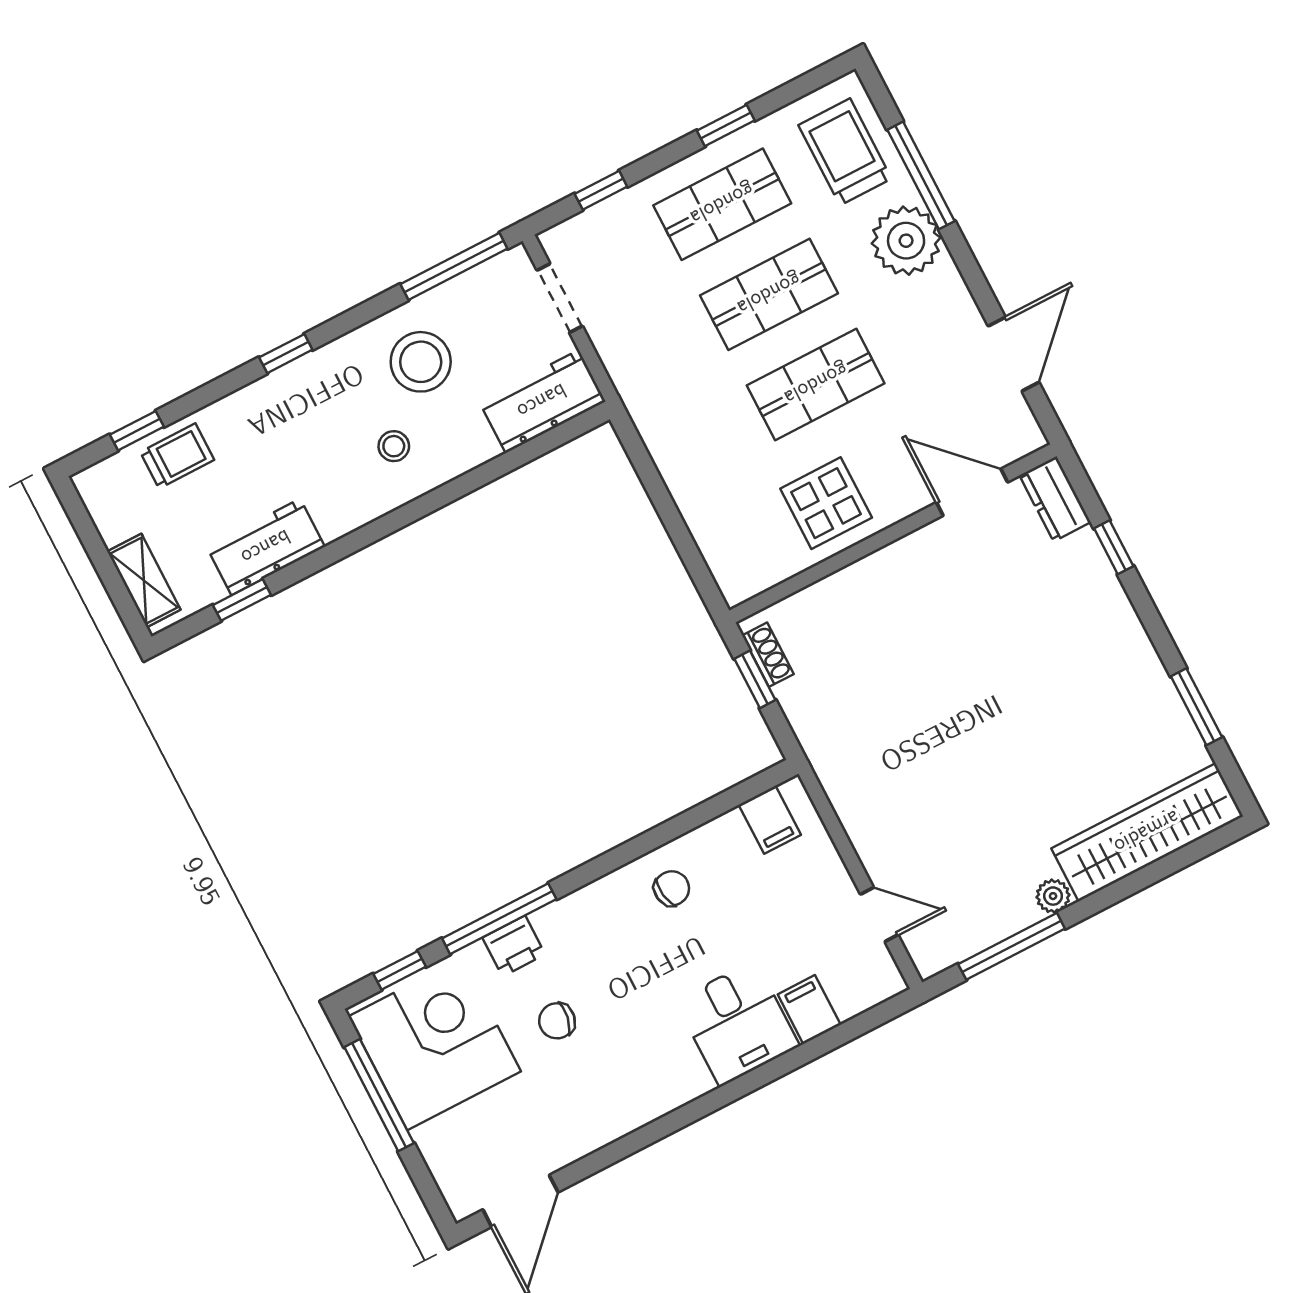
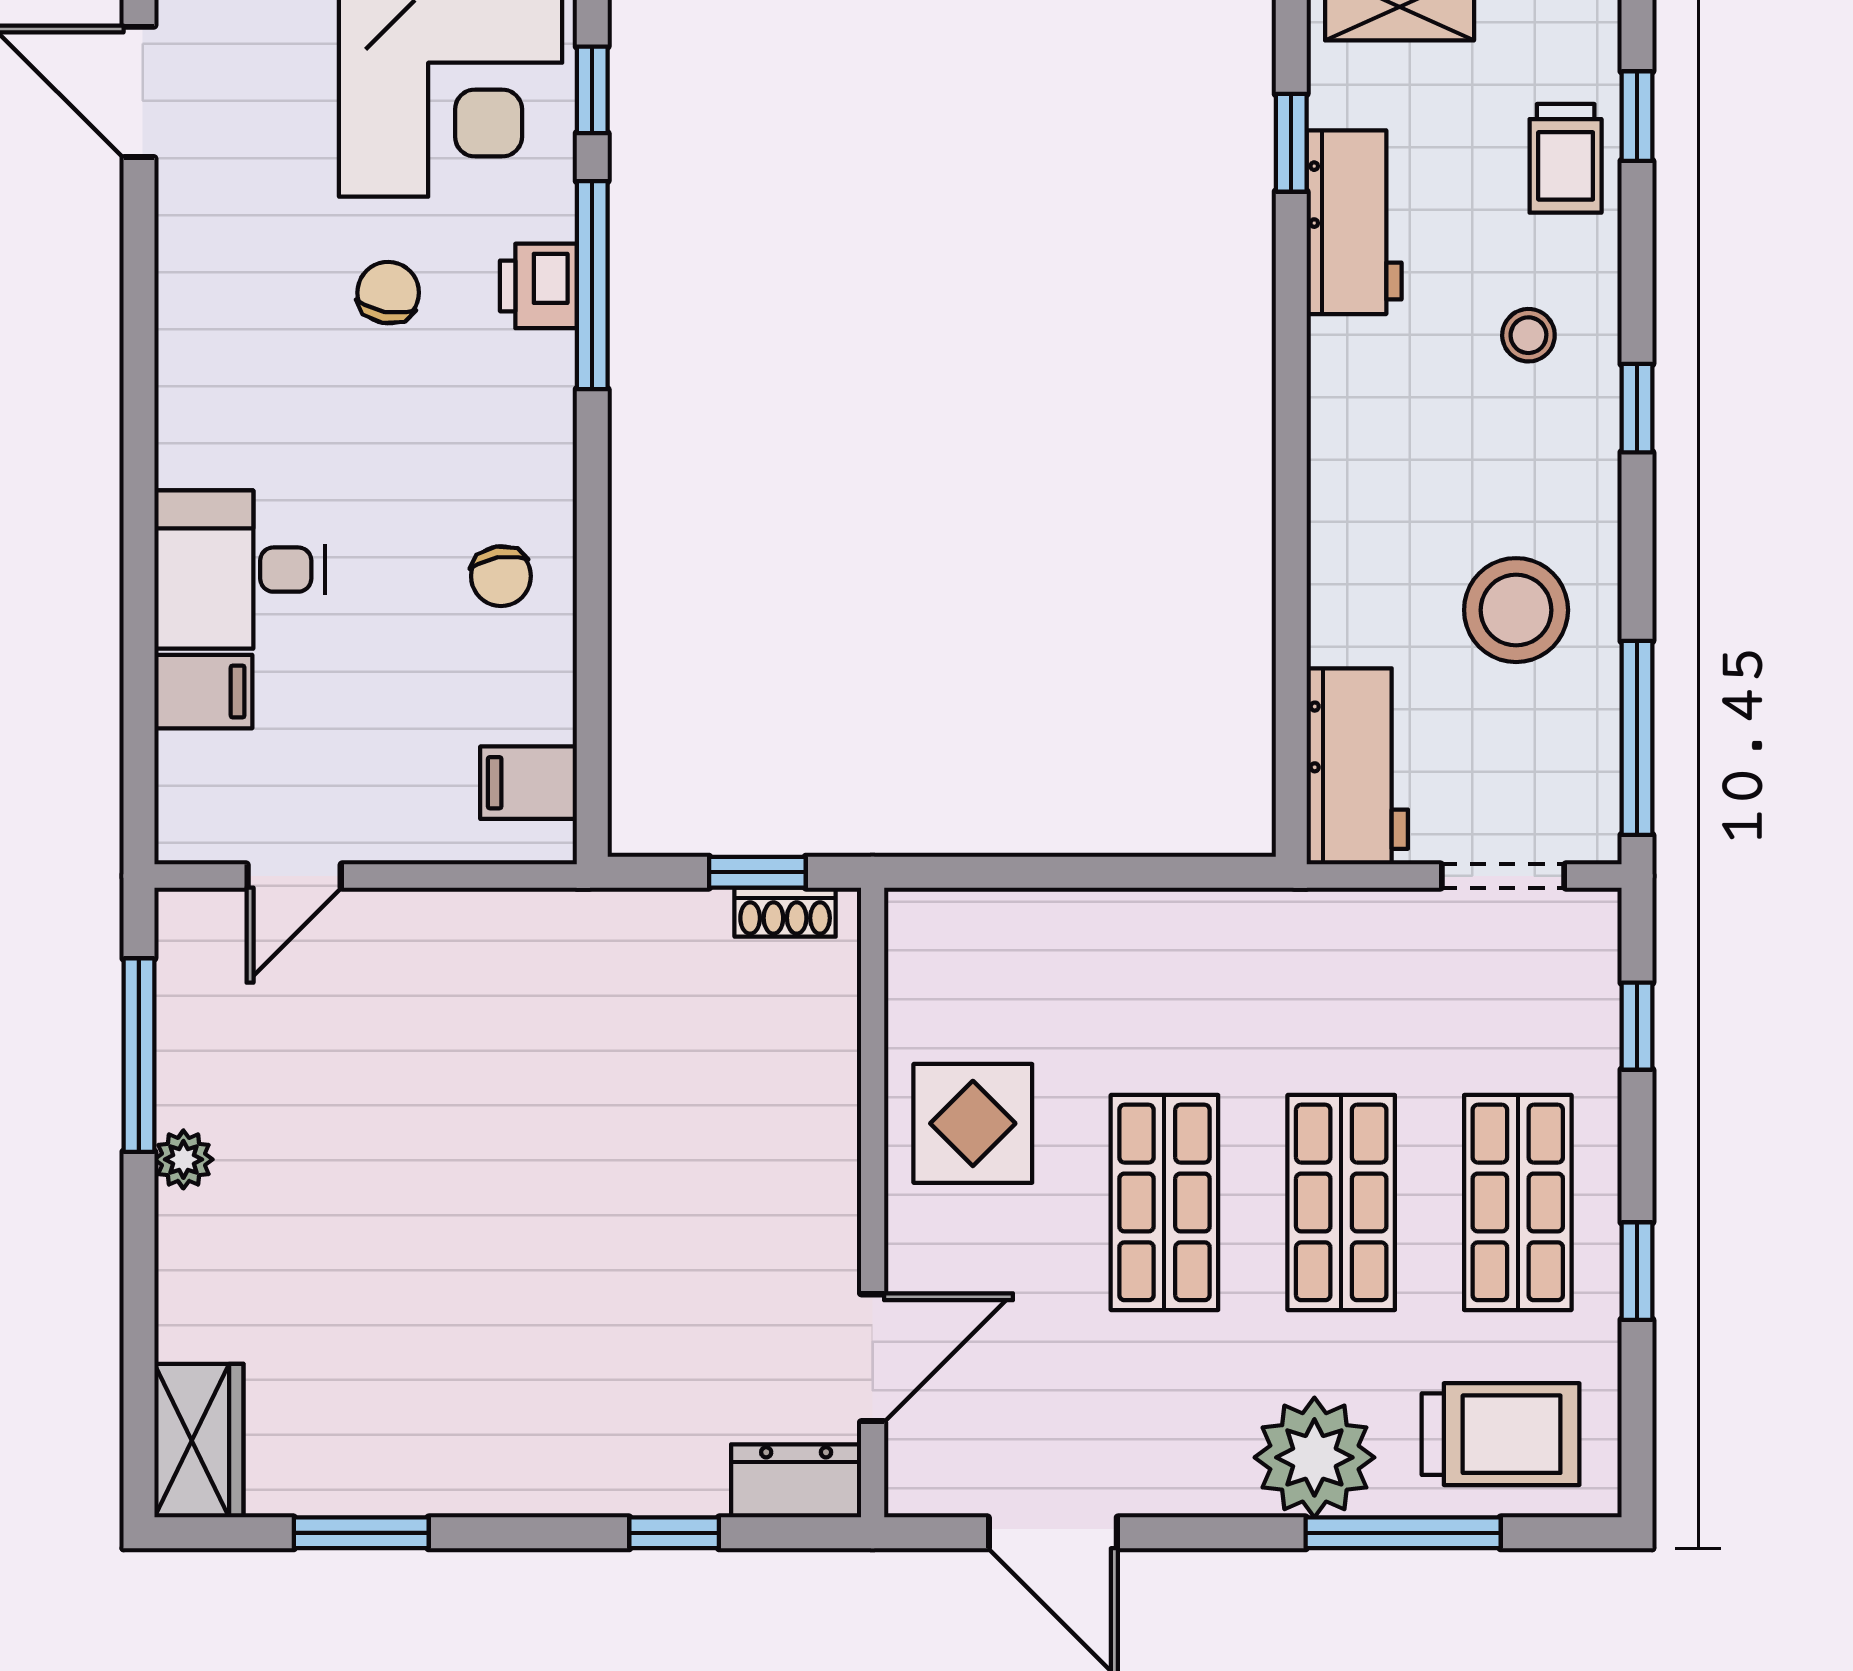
stool: (394, 446) -> (1528, 335), moved
wardrobe: (1147, 832) -> (199, 1441), width x0.48, depth x0.85

